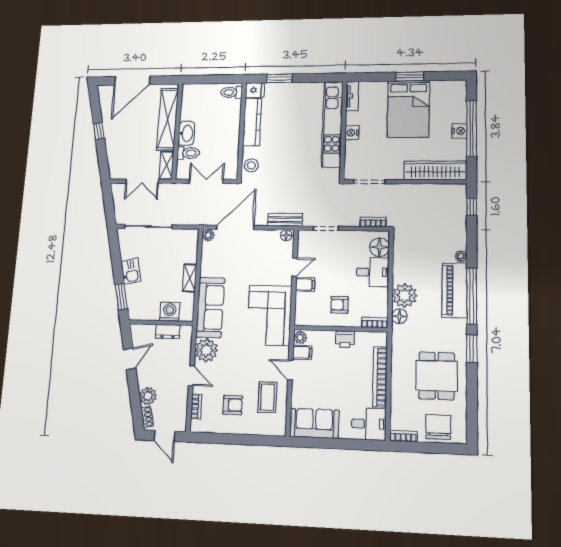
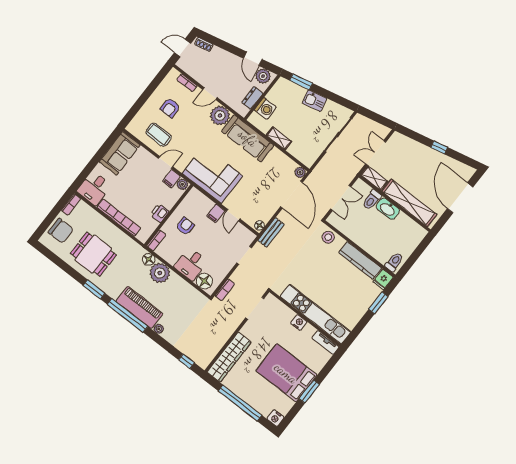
nightstand: (459, 131) -> (275, 418), moved
plant: (148, 396) -> (263, 76), moved

